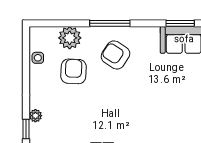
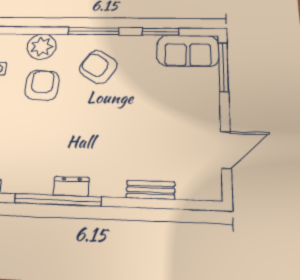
window: (180, 23) -> (160, 32), moved

